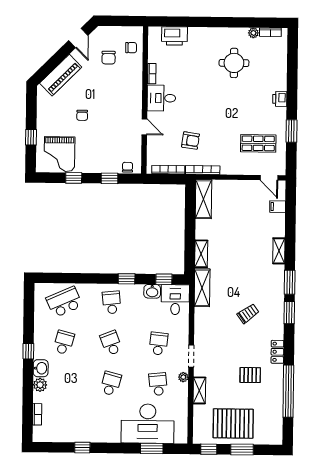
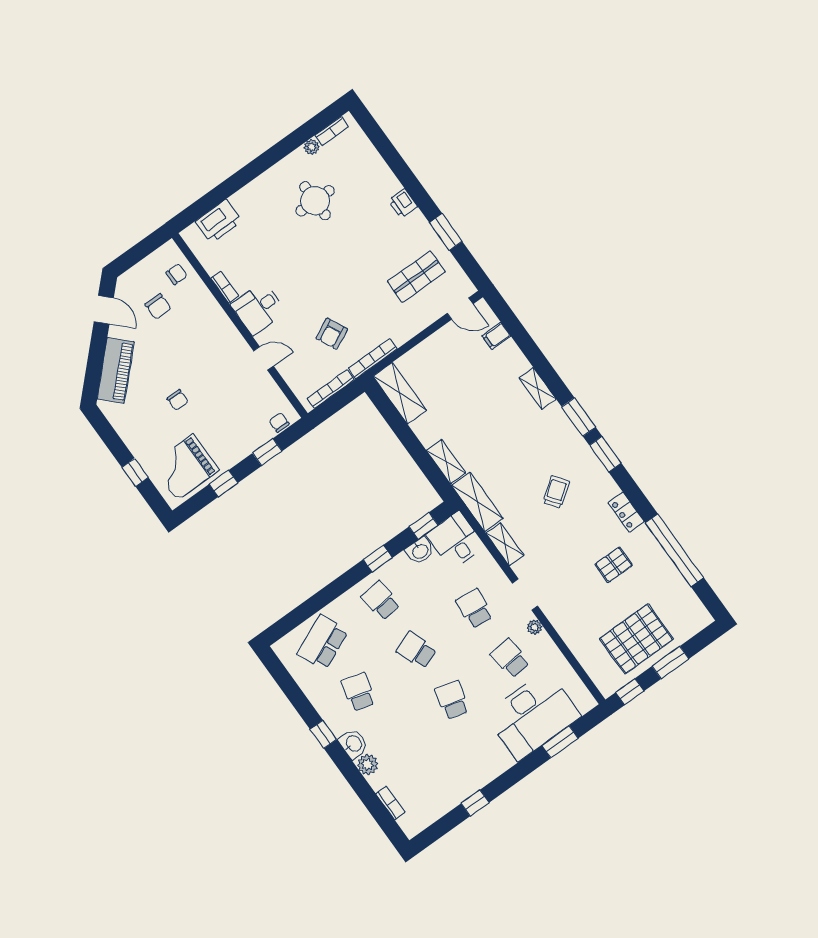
armchair: (191, 141) -> (332, 334), turned 146
grand piano: (60, 154) -> (185, 467), turned 90
shelving: (199, 390) -> (505, 544), moved

